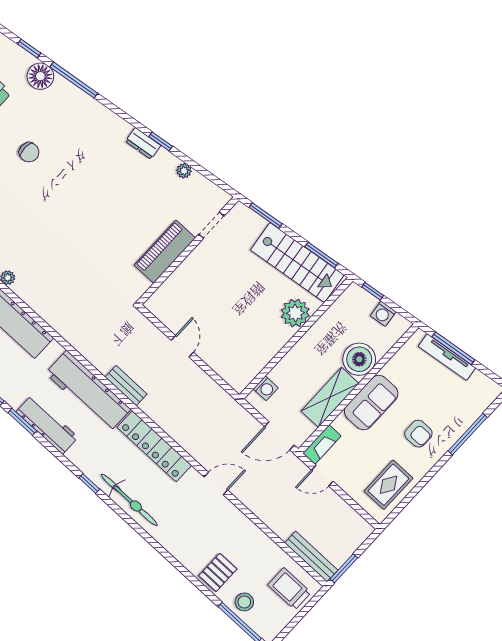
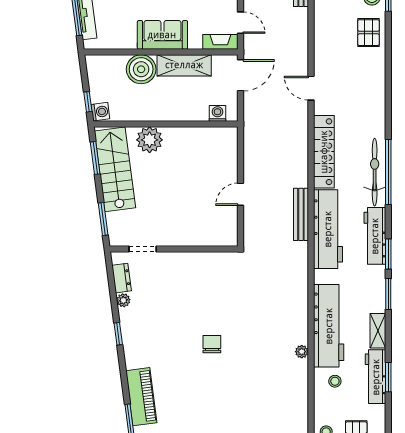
dresser: (143, 143) -> (122, 278), moved
chair: (29, 152) -> (212, 344), moved
piano: (165, 252) -> (141, 397), moved, turned -97
washing machine: (383, 314) -> (100, 112), moved
bench: (126, 386) -> (301, 214), width x1.36
door: (279, 436) -> (241, 75), hinge flipped
window: (89, 484) -> (388, 172), width x3.17
bicycle: (129, 500) -> (375, 172), moved
pallet: (218, 572) -> (368, 33), turned 90

